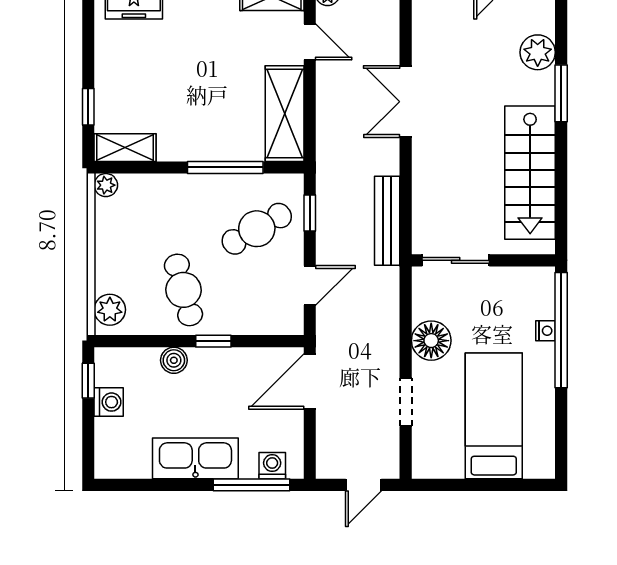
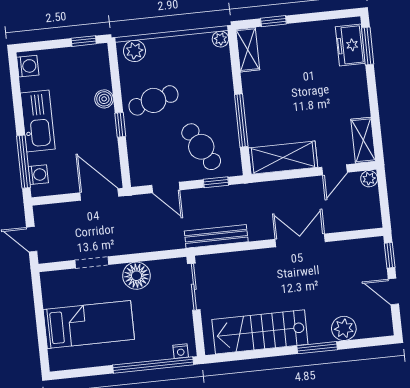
nightstand: (546, 331) -> (181, 351), moved
washing machine: (109, 402) -> (28, 66), moved, turned -90

